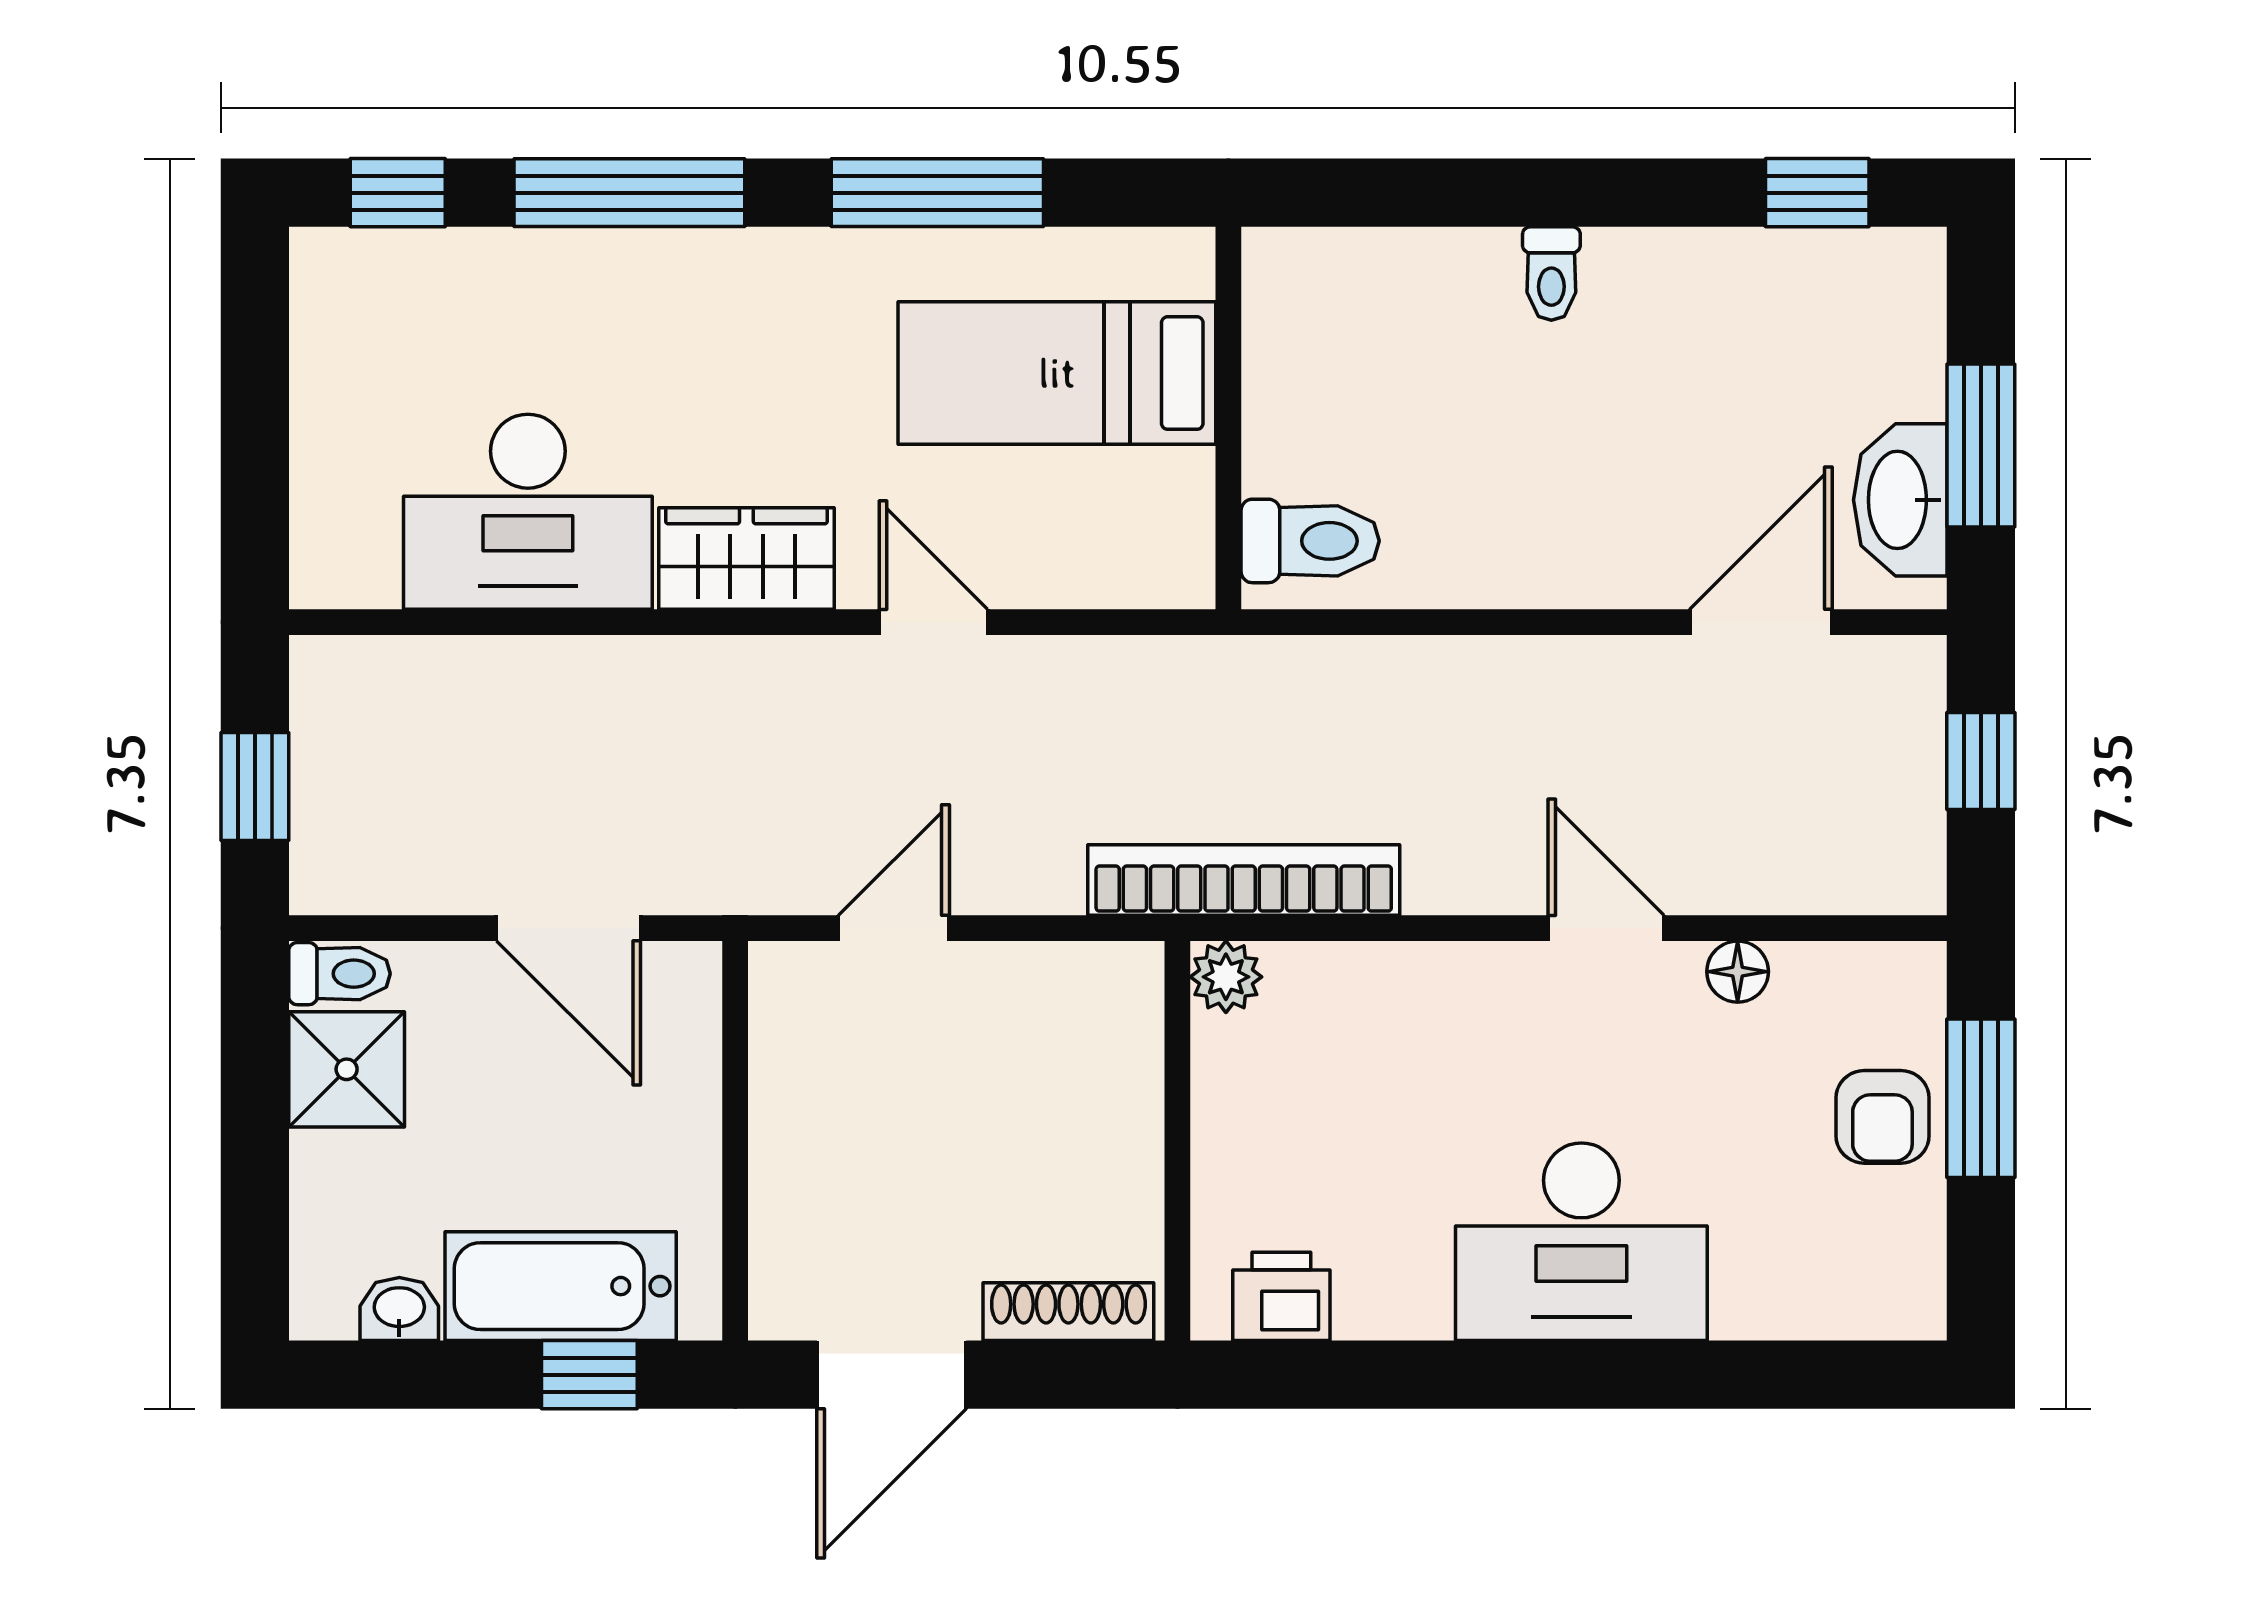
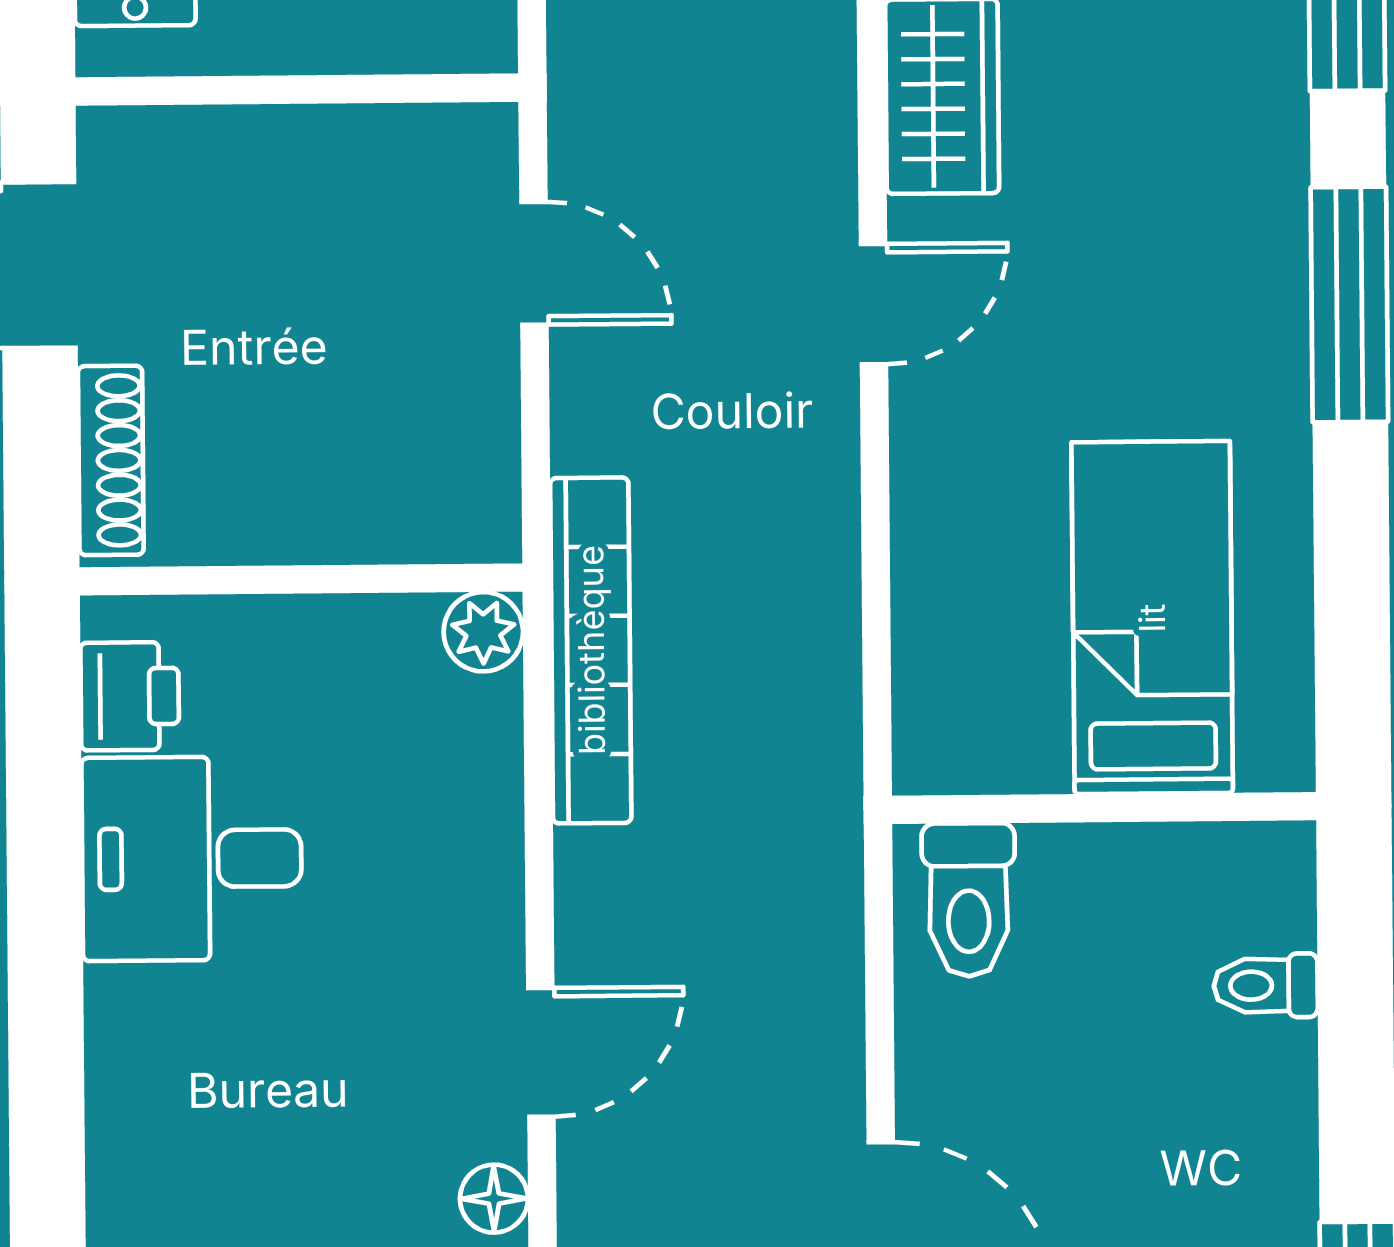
bed: (1057, 373) -> (1152, 618), moved
wall: (1228, 418) -> (1104, 808), moved
toilet: (1310, 541) -> (969, 900), moved
desk: (1581, 1242) -> (192, 859), moved, width x0.73

